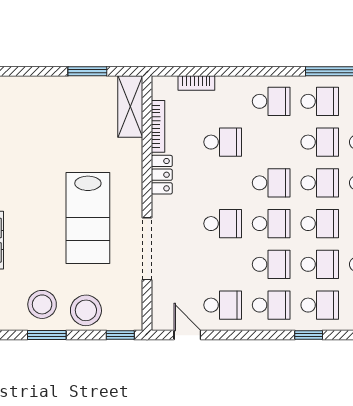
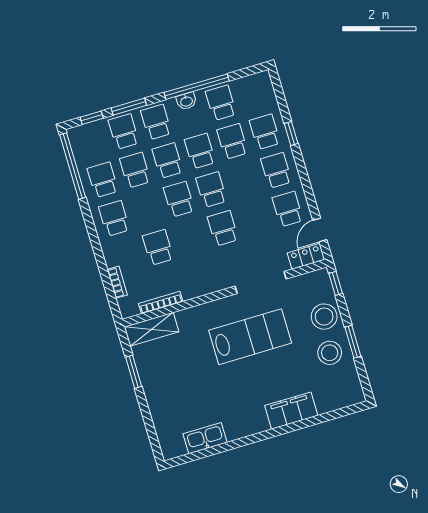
locker: (162, 175) -> (306, 256), moved
school desk: (271, 264) -> (244, 180), removed

